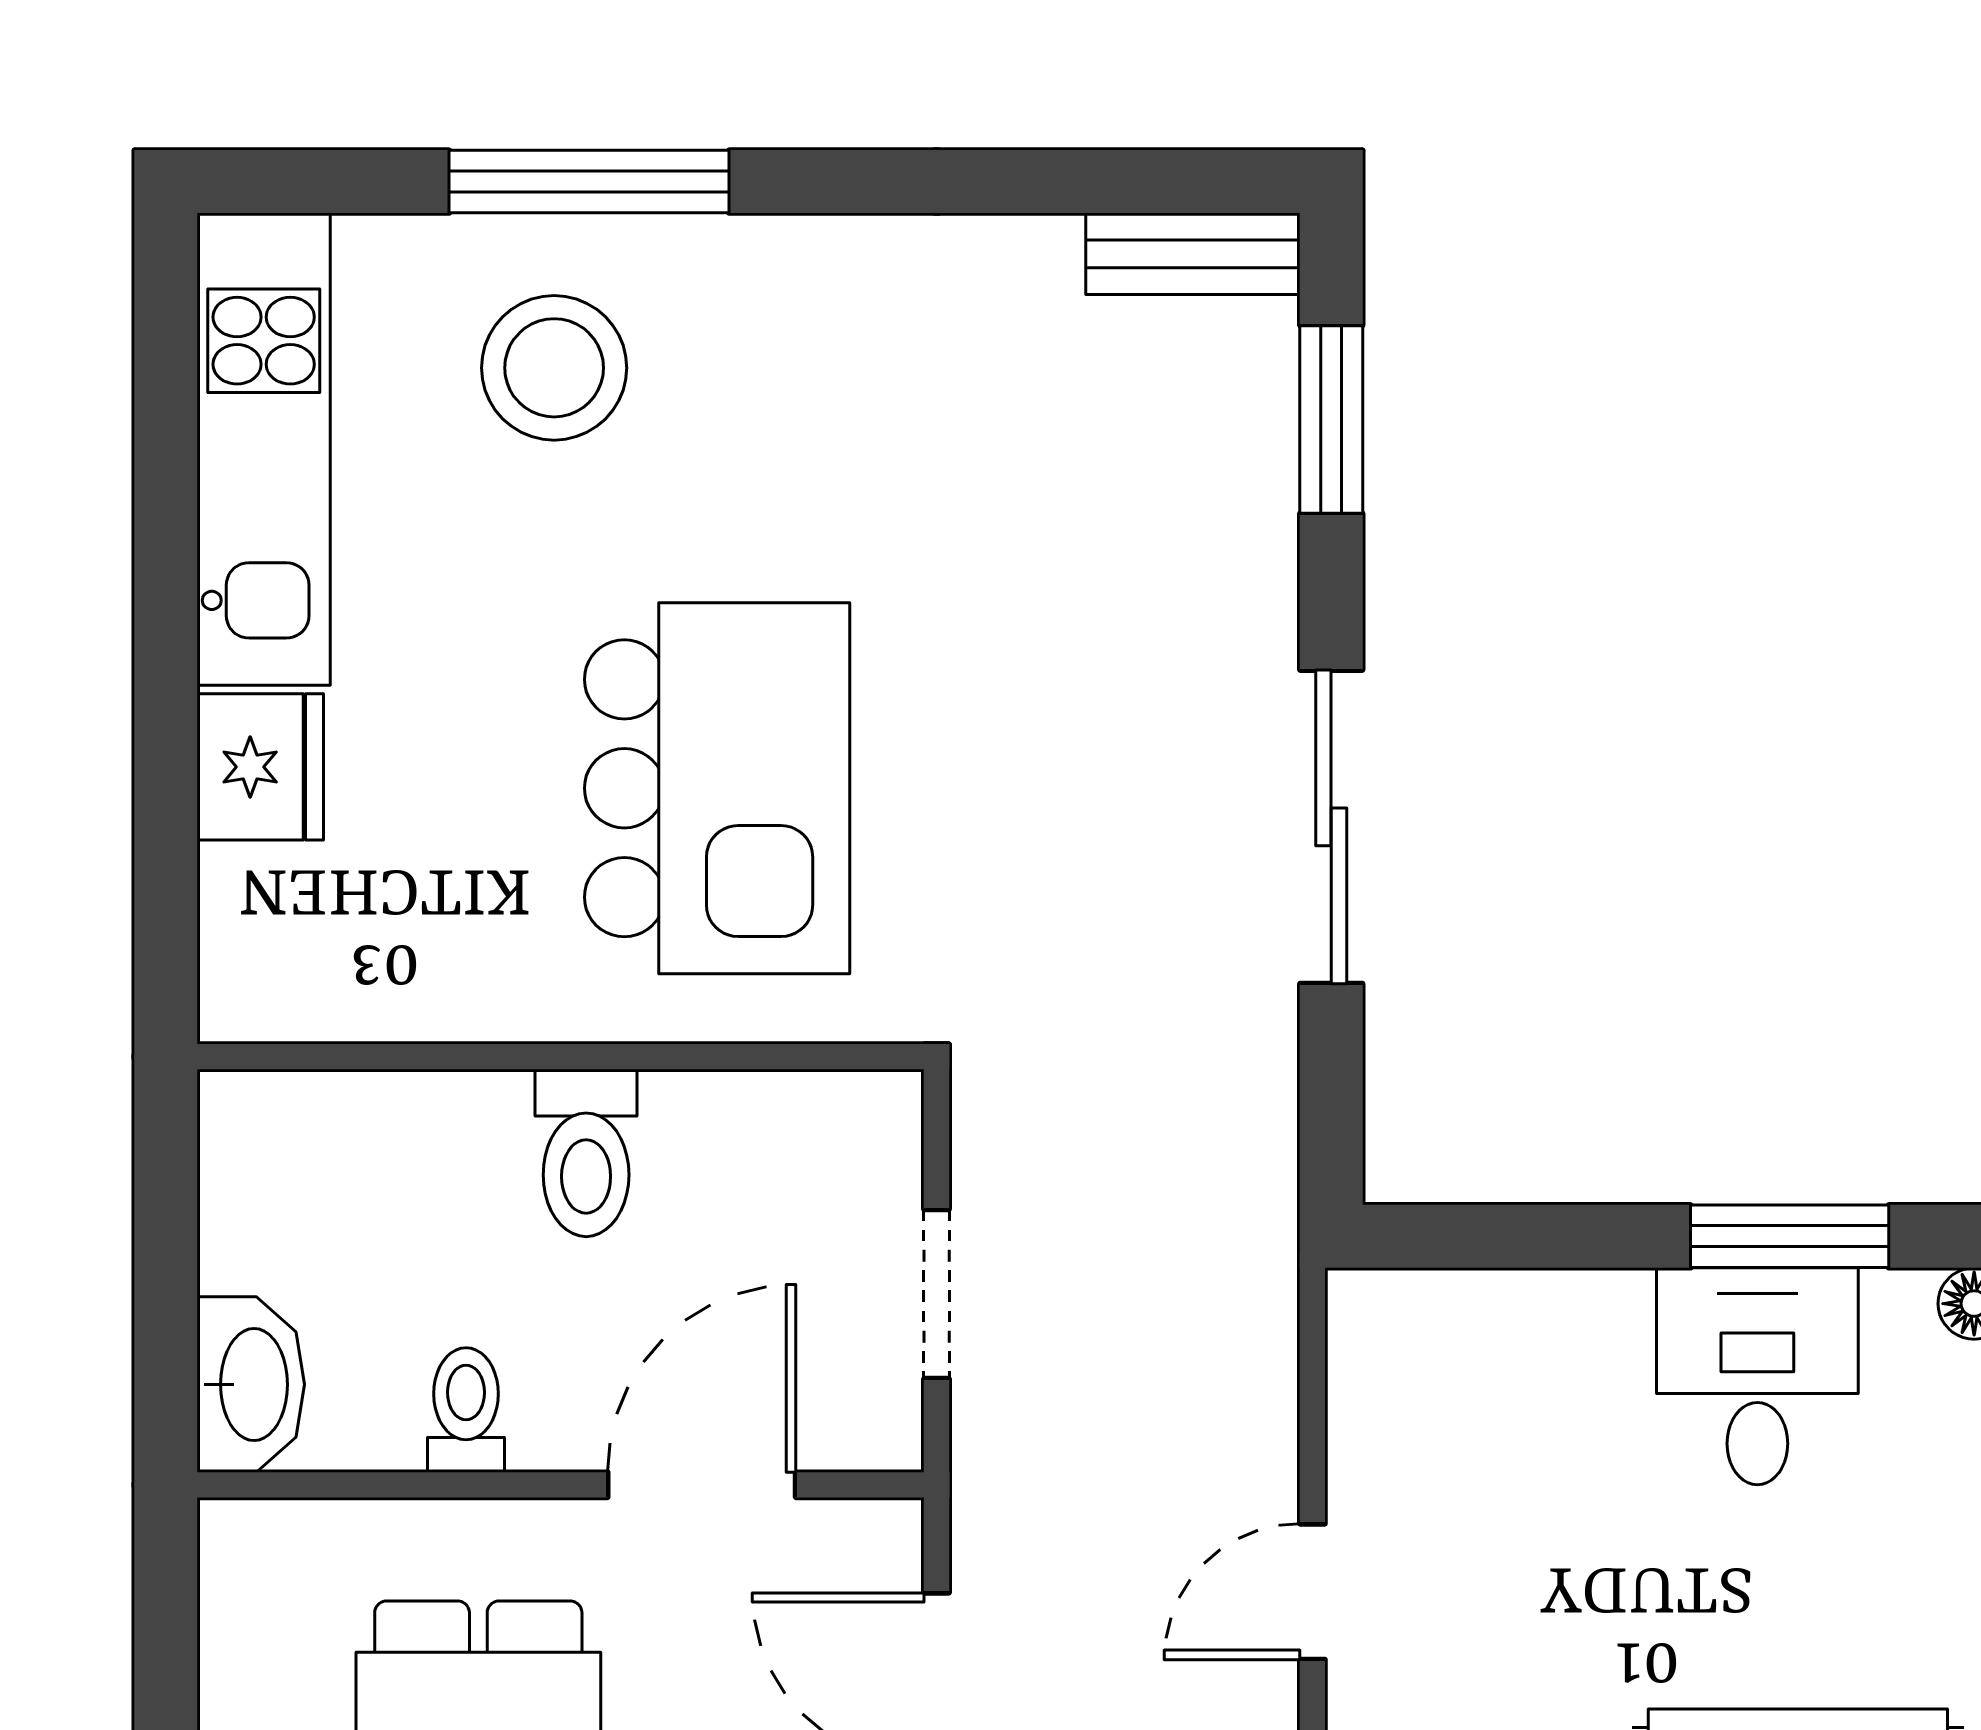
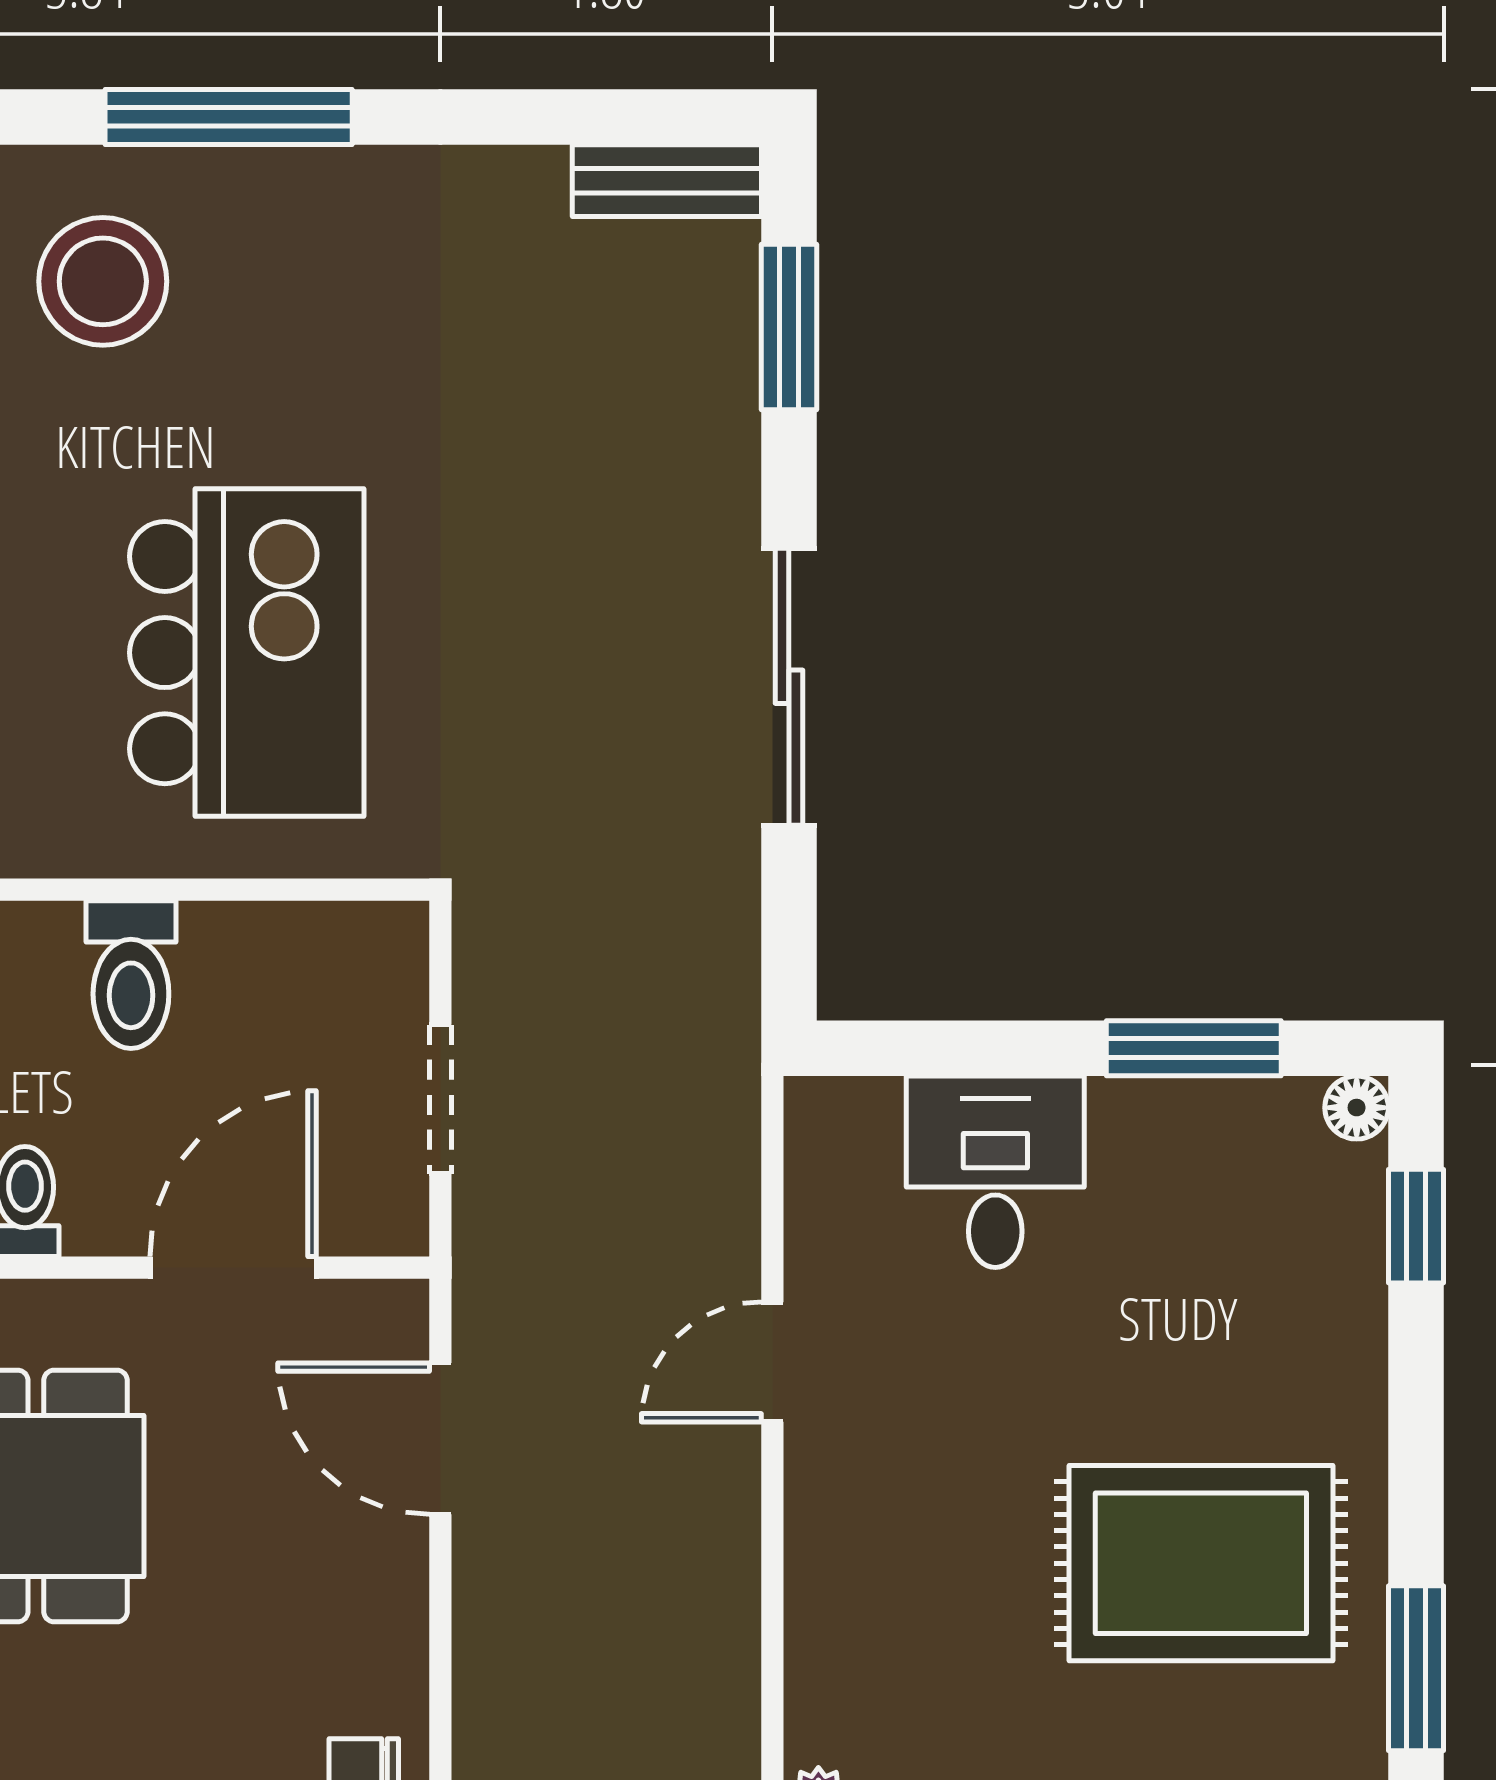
window: (589, 182) -> (229, 117), moved
desk: (1757, 1376) -> (995, 1172), moved

